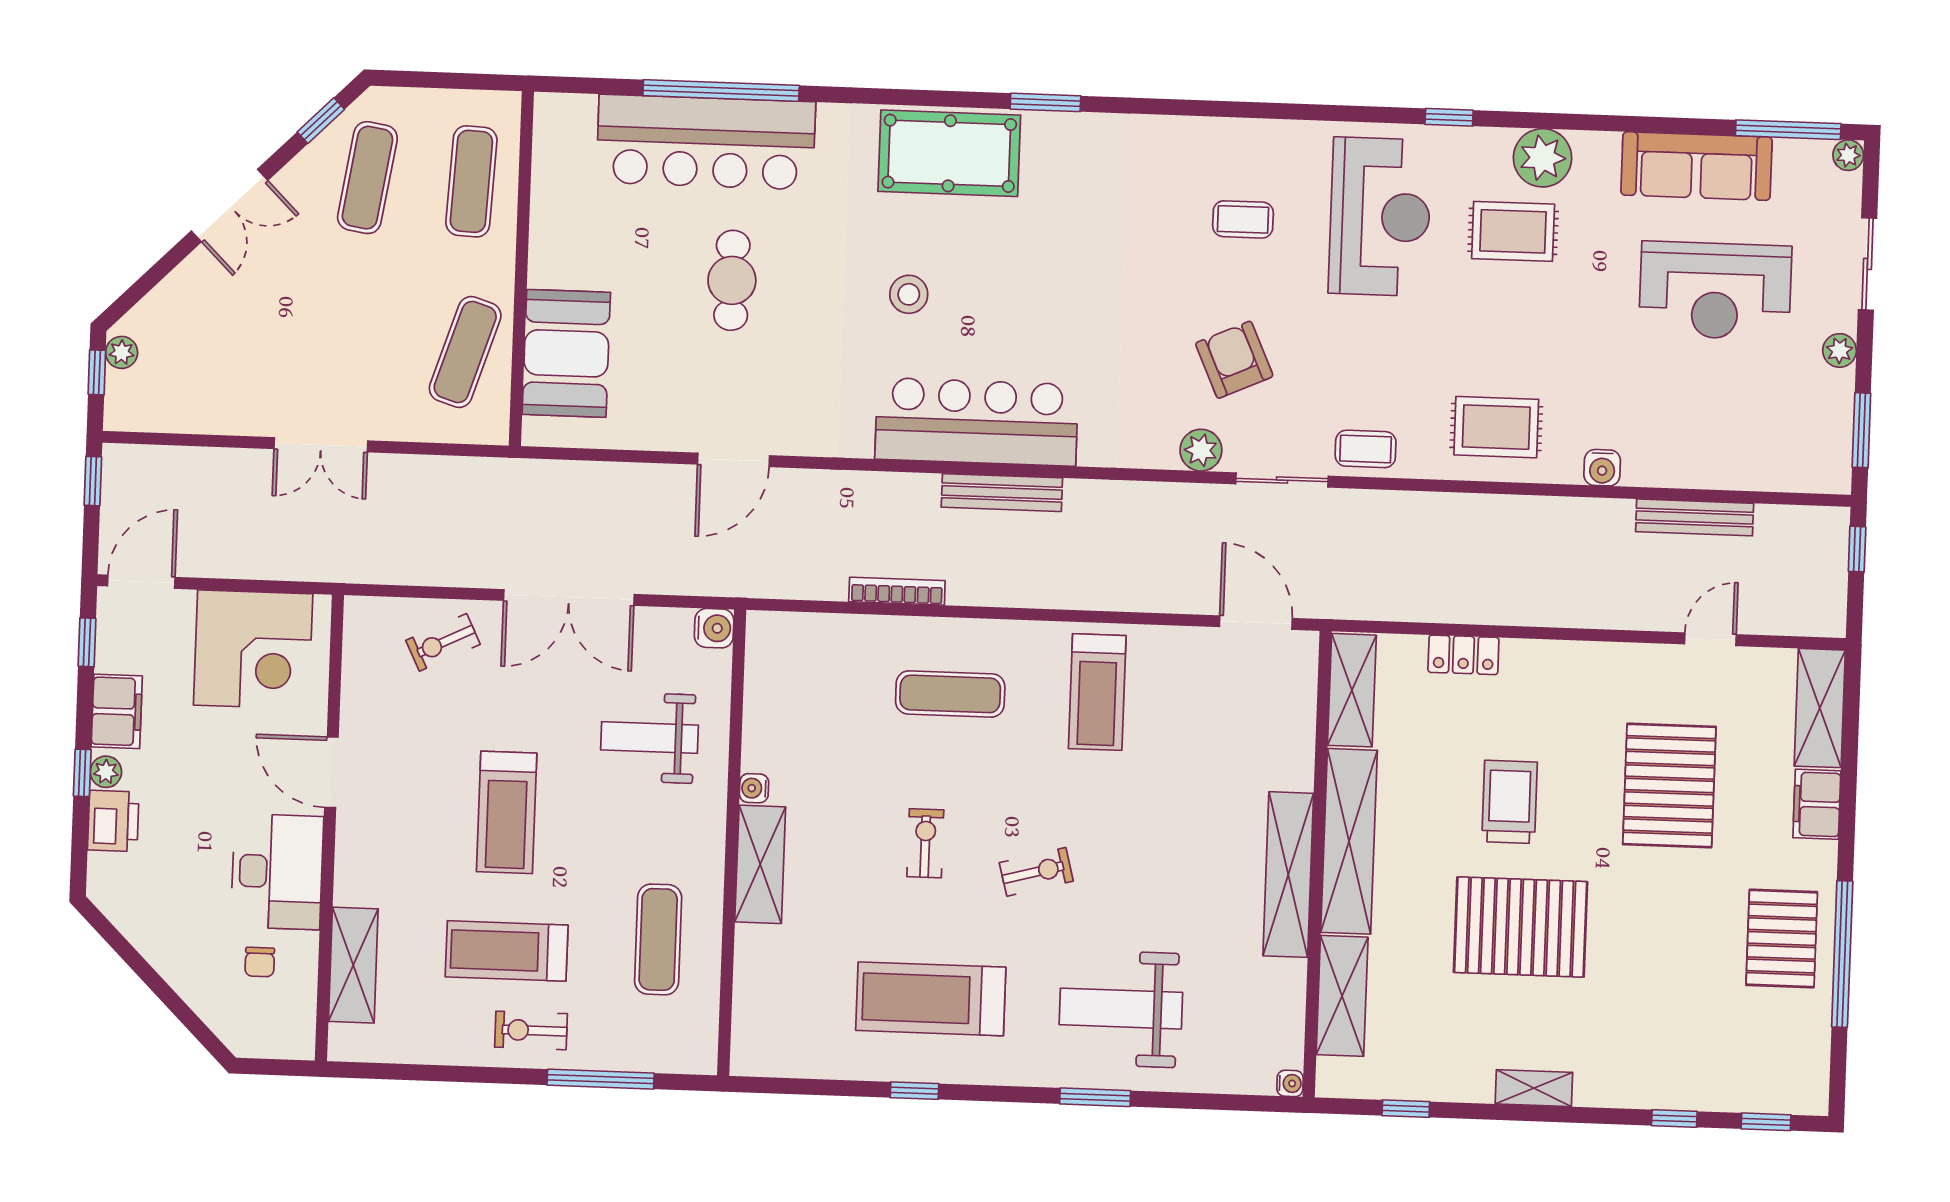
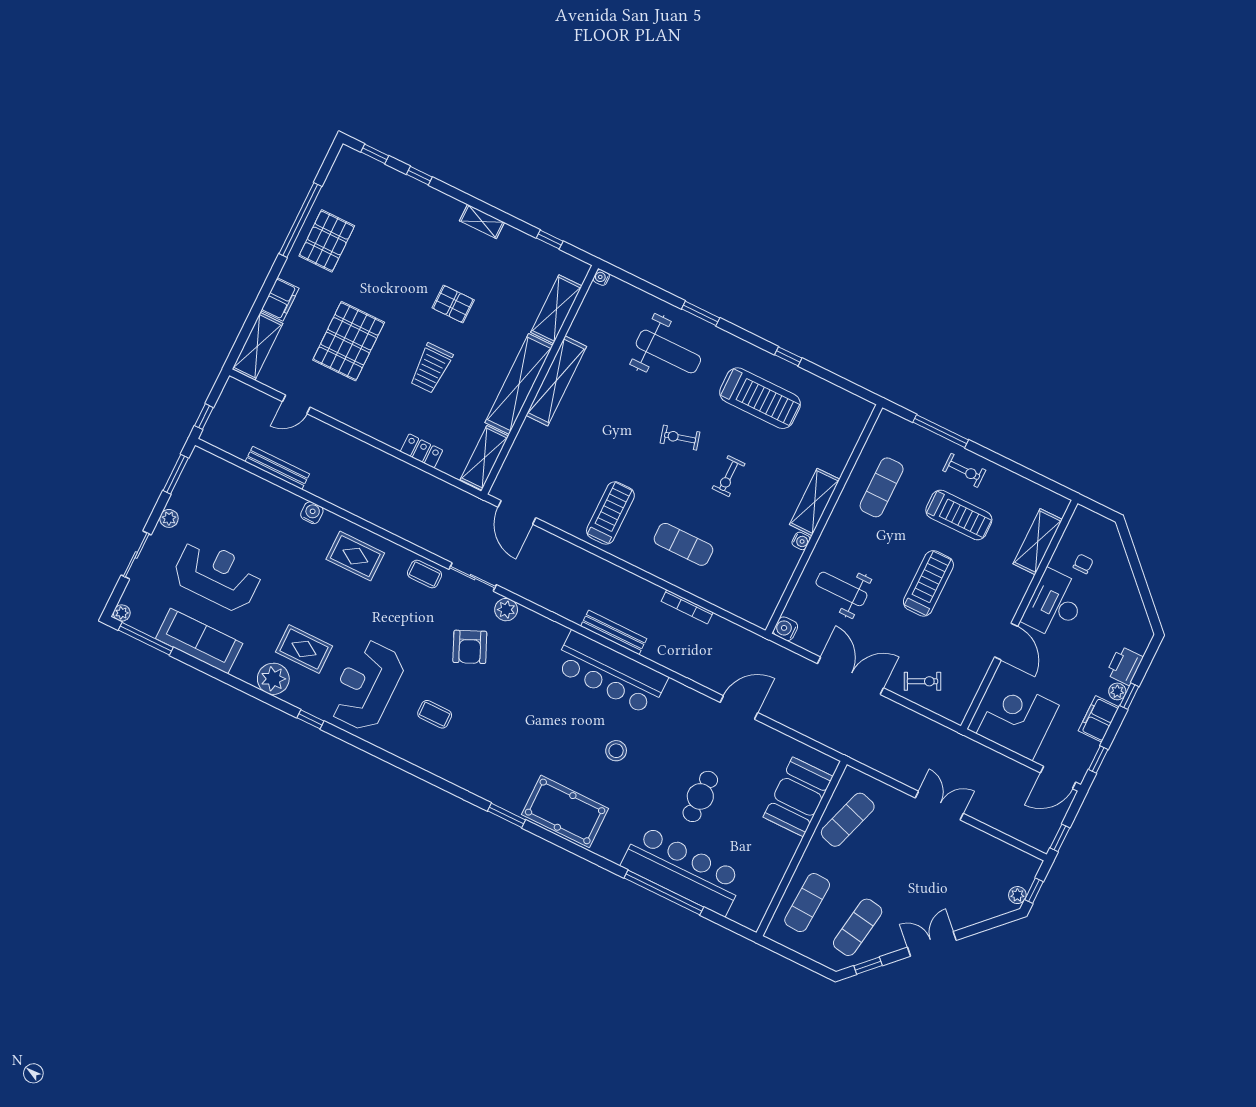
weight bench: (649, 738) -> (841, 589), turned 180
pallet: (1521, 927) -> (453, 304), width x0.49, depth x0.50

